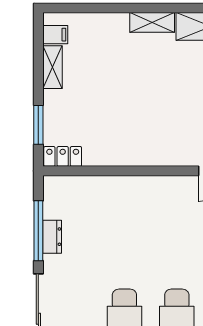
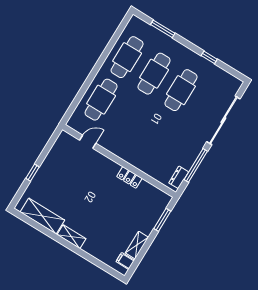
locker: (63, 156) -> (129, 177), moved
dresser: (52, 237) -> (179, 177), moved

